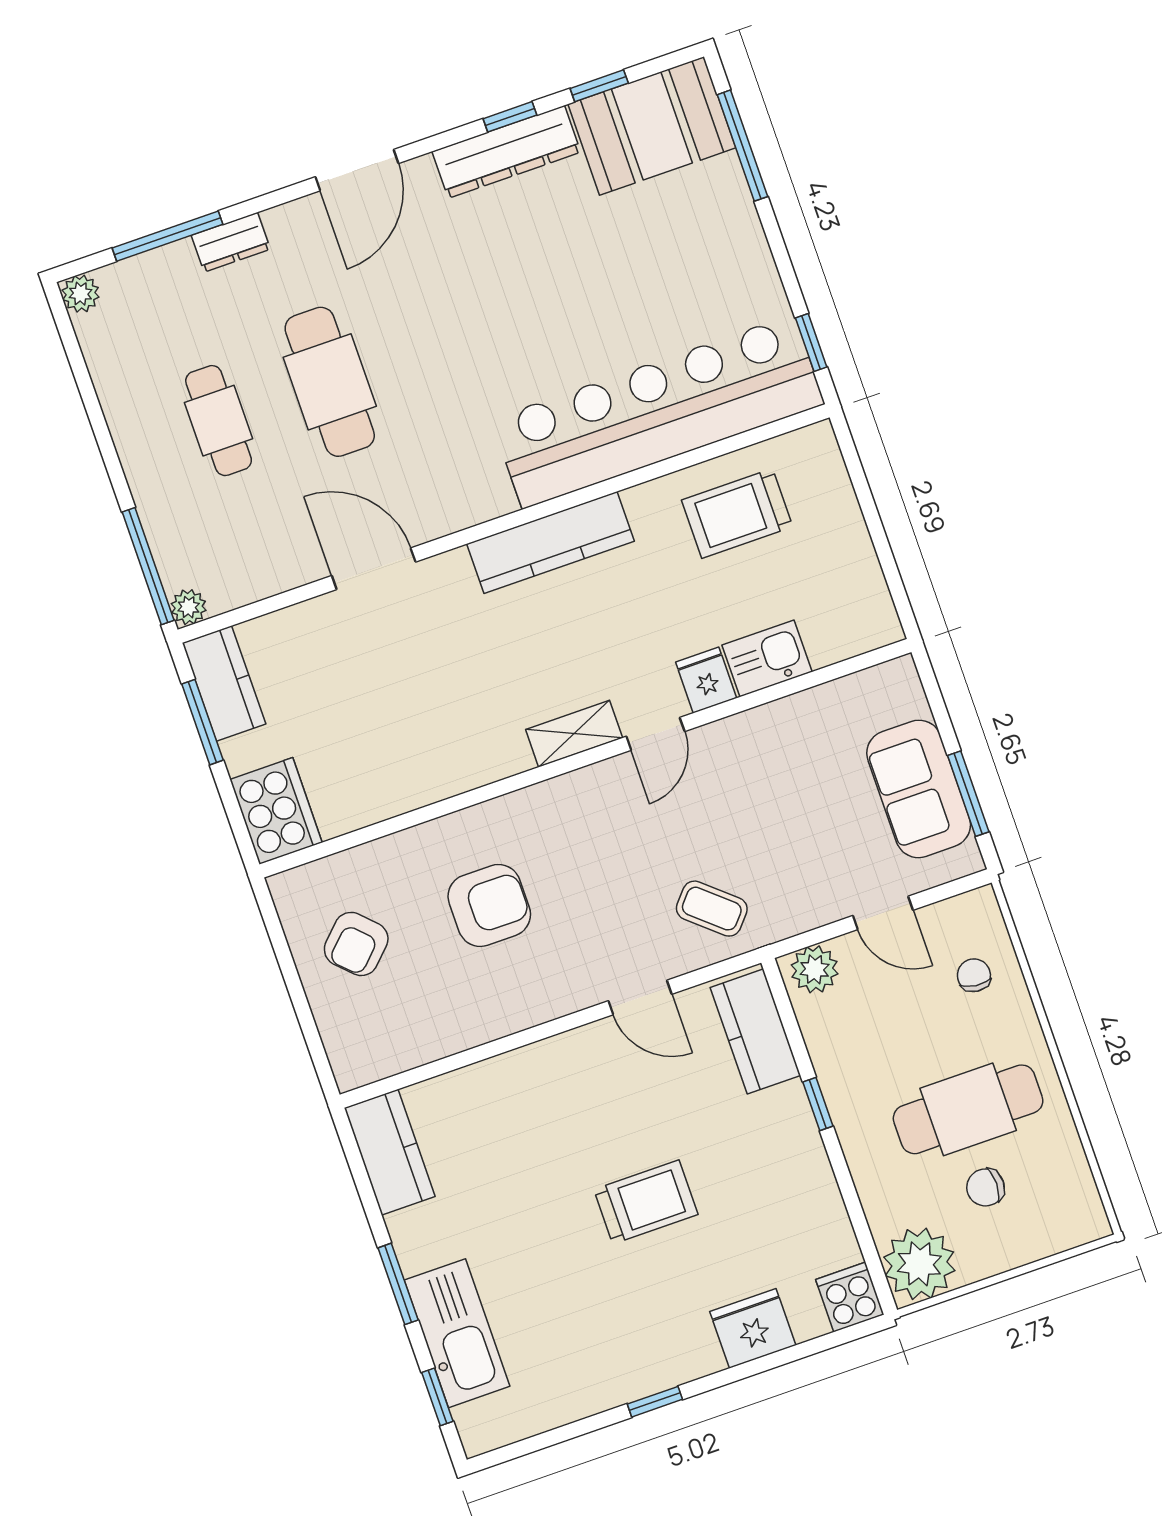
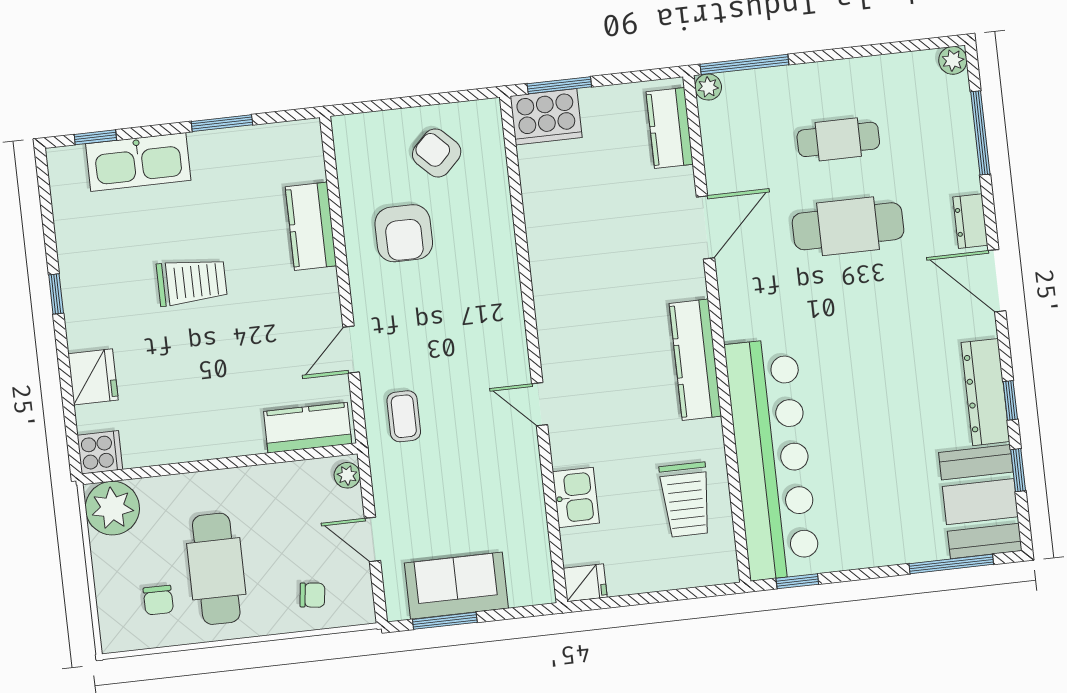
dresser: (231, 242) -> (970, 221), moved
trolley: (737, 513) -> (686, 500), turned 180
fridge: (706, 680) -> (585, 583), moved
kitchen counter: (224, 684) -> (670, 128), moved, turned 90
window: (202, 722) -> (559, 85), moved
shelving: (574, 734) -> (553, 345), removed
armchair: (489, 905) -> (404, 233), moved
coffee table: (712, 909) -> (404, 416), turned -41
door: (883, 913) -> (372, 539), hinge flipped
plant: (815, 969) -> (347, 475), width x0.73, depth x0.73
window: (818, 1104) -> (245, 461), removed
kitchen counter: (390, 1152) -> (311, 226), moved, turned 90
chair: (986, 1187) -> (158, 600), moved, turned 180
trolley: (646, 1202) -> (192, 282), moved, turned -90
window: (398, 1284) -> (222, 123), moved

